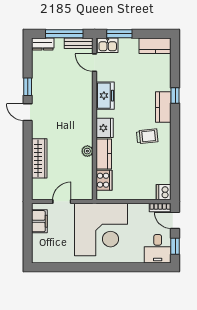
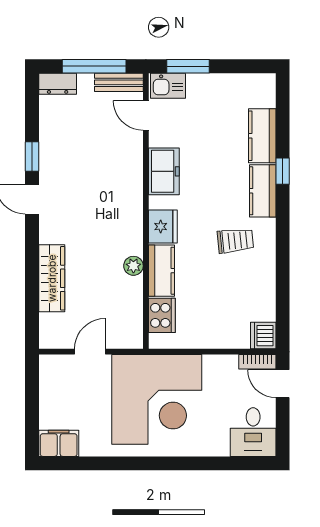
kitchen counter: (155, 46) -> (262, 136), moved, turned 90
filing cabinet: (39, 221) -> (59, 443), moved, turned -90
window: (175, 246) -> (283, 428), removed

